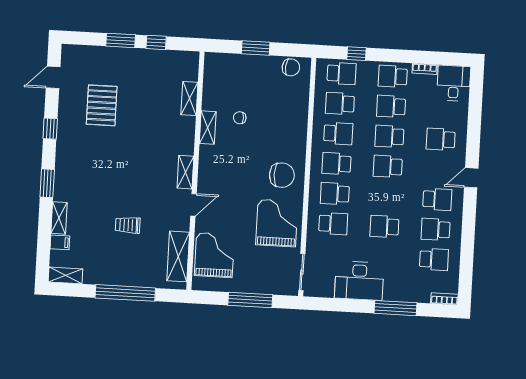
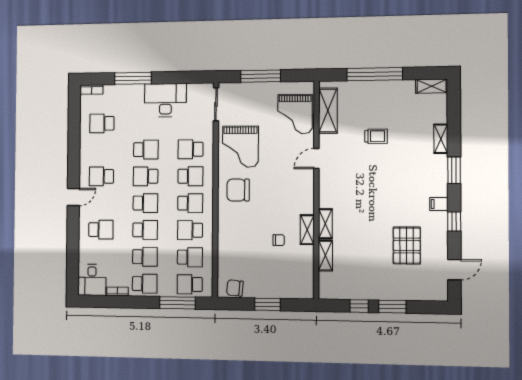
window: (356, 54) -> (177, 303), width x2.17
shelving: (185, 172) -> (325, 224), moved
school desk: (436, 229) -> (146, 176), moved, turned 180
filing cabinet: (60, 242) -> (439, 204), moved

